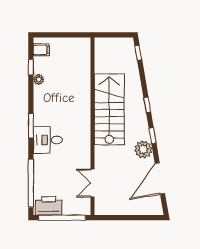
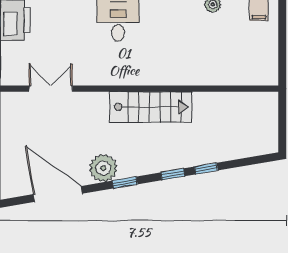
window: (138, 53) -> (206, 169), moved
stairs: (109, 109) -> (151, 107), width x0.73, depth x0.66

